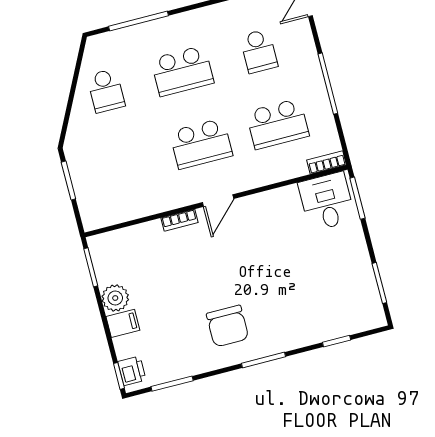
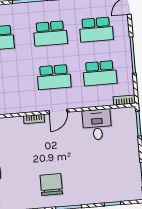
school desk: (259, 51) -> (96, 30), width x1.85
desk: (327, 202) -> (97, 125), moved
chair: (228, 326) -> (51, 184), turned 180

